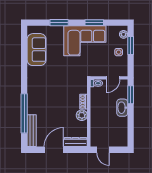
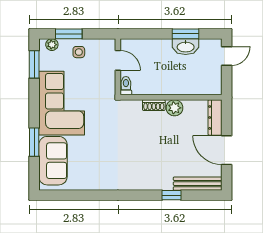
window: (94, 23) -> (34, 64), moved
sofa: (37, 50) -> (53, 161), moved, turned 90
window: (131, 95) -> (186, 34), moved
washbasin: (122, 108) -> (186, 47), moved
window: (24, 113) -> (171, 195), width x0.32
door: (103, 150) -> (227, 56), moved

